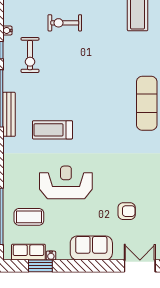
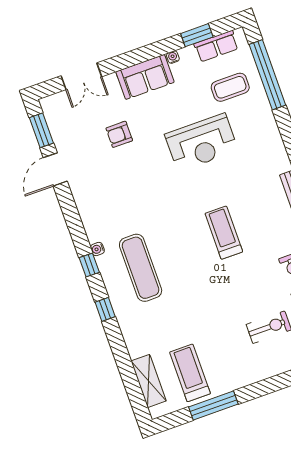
treadmill: (52, 130) -> (224, 233), moved, turned -90
water cooler: (51, 256) -> (173, 57), moved

